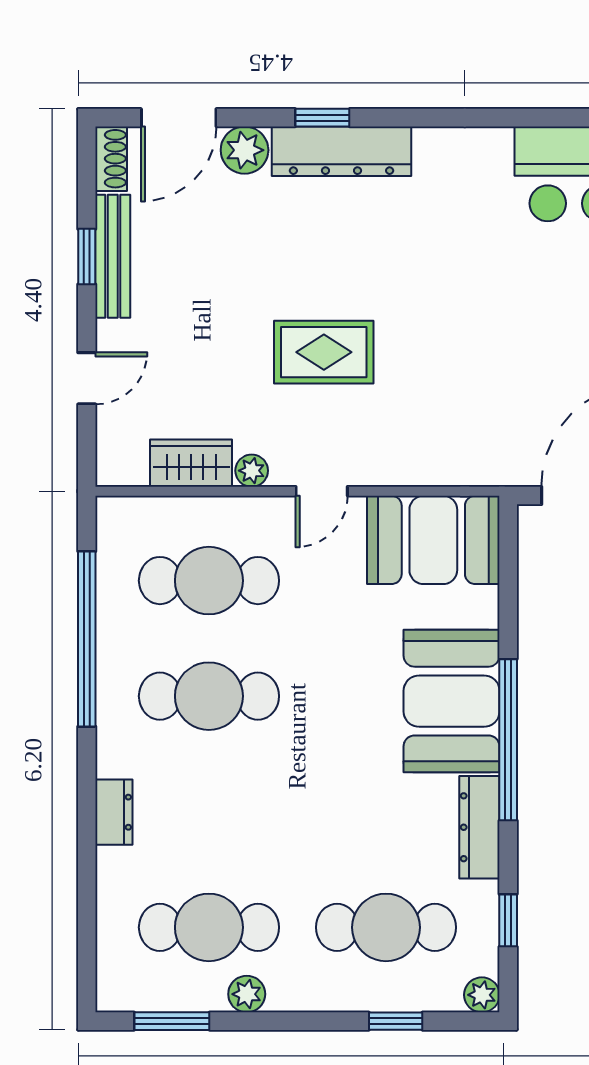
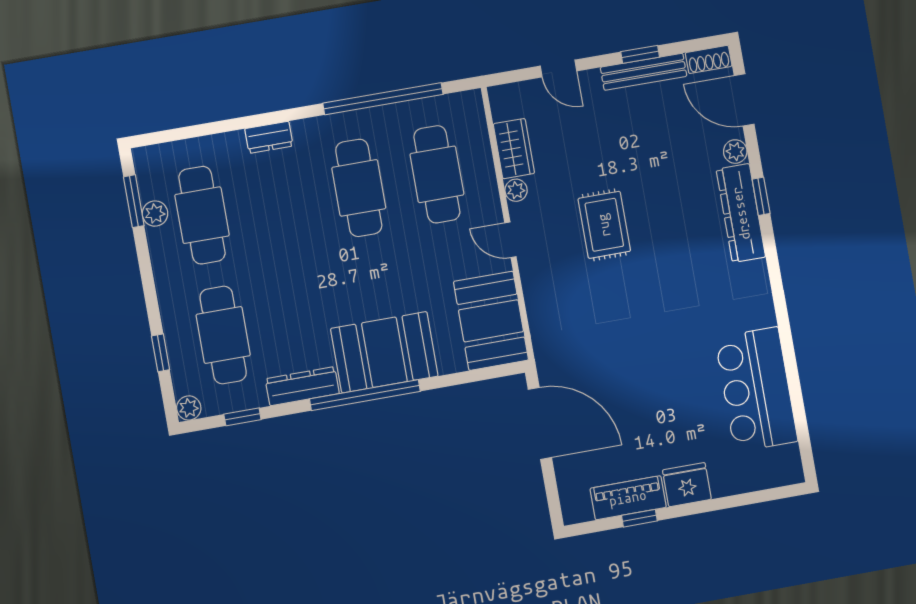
plant: (245, 150) -> (735, 152), width x0.73, depth x0.73
plant: (247, 994) -> (155, 214), moved

